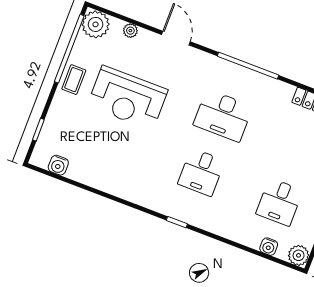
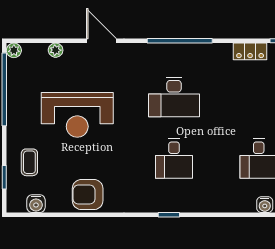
plant: (96, 24) -> (14, 50), width x0.53, depth x0.53
coffee table: (74, 80) -> (29, 162), moved
armchair: (109, 175) -> (88, 195), added

